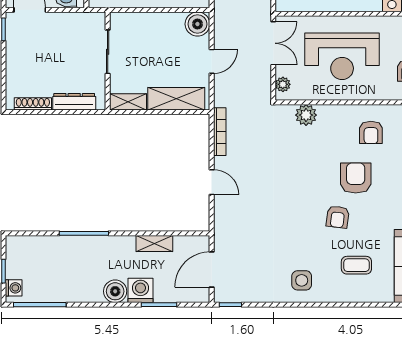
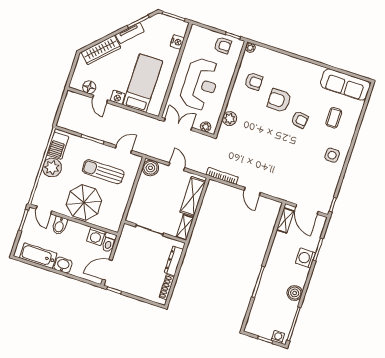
door: (212, 182) -> (252, 191), swing flipped
shelving: (154, 243) -> (285, 220), moved
boiler: (115, 291) -> (295, 293), moved

